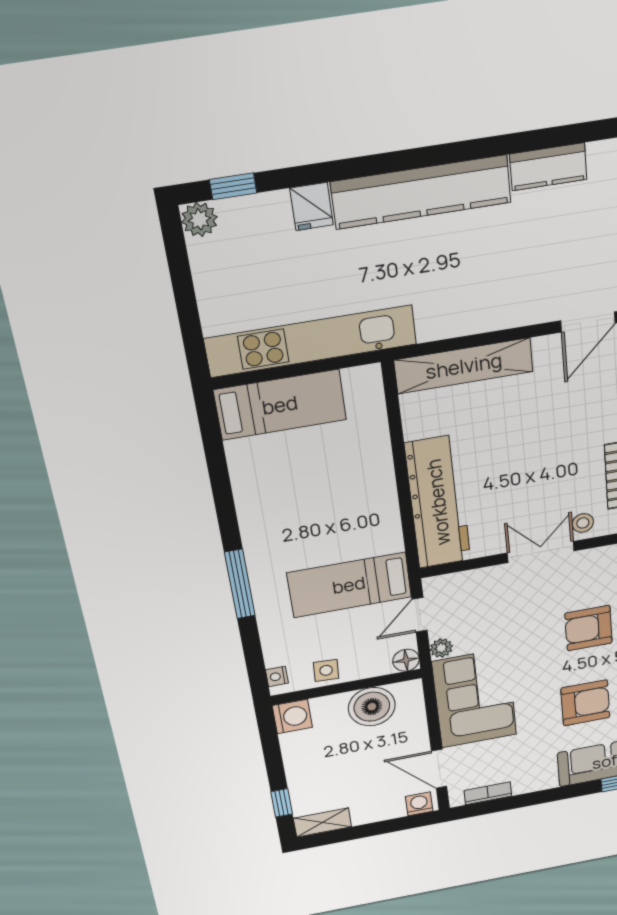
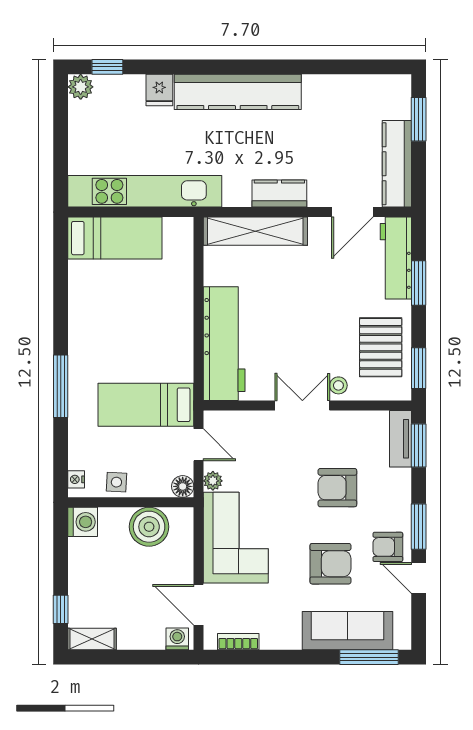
kitchen counter: (548, 167) -> (279, 194), moved, turned 180
door: (420, 615) -> (199, 445), swing flipped

